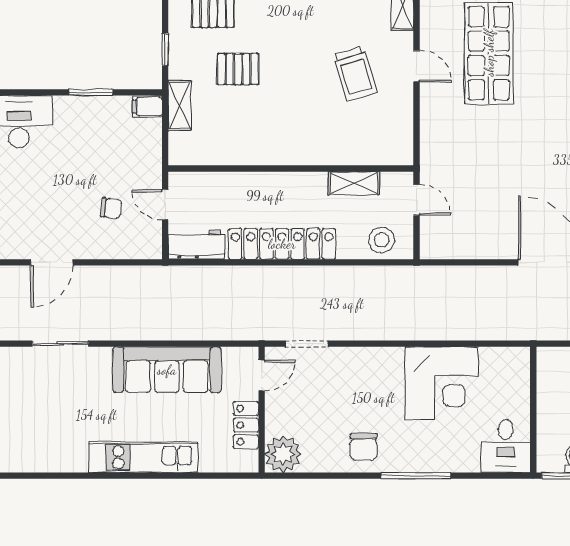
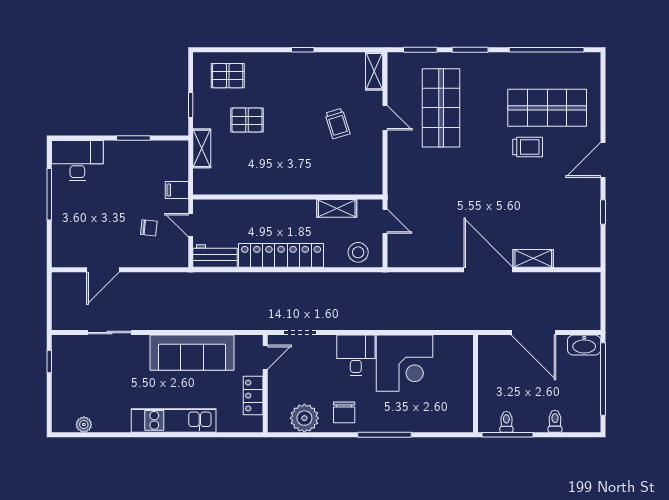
trolley: (355, 74) -> (337, 124), width x0.73, depth x0.72
filing cabinet: (147, 107) -> (177, 190), moved
desk: (506, 446) -> (356, 355), moved, turned 180
plant: (283, 454) -> (304, 418), moved
plant: (27, 462) -> (84, 425), added

